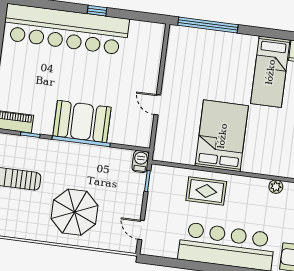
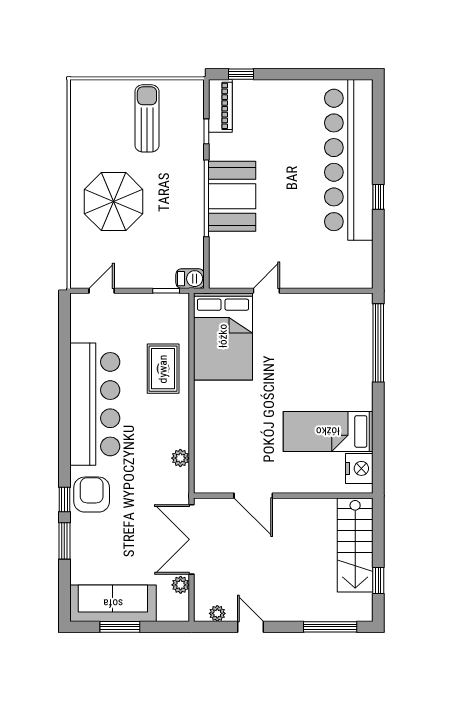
bed: (222, 136) -> (223, 336), moved, turned 90

